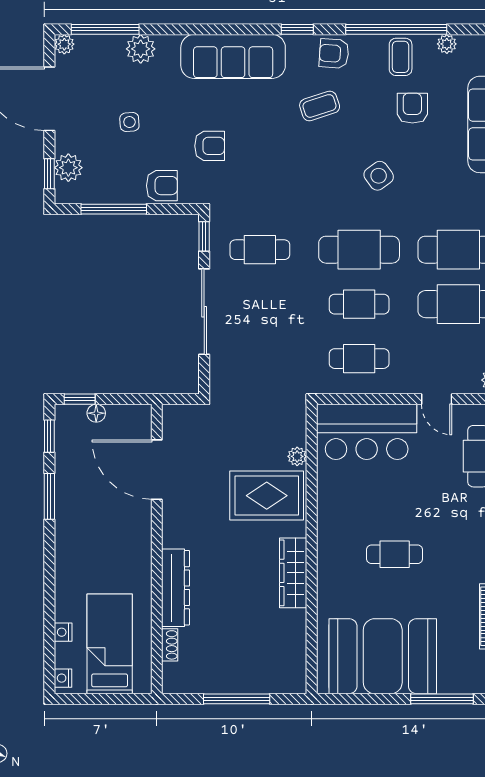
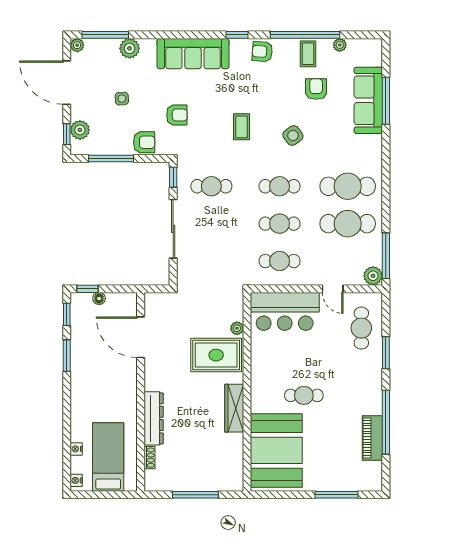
coffee table: (320, 106) -> (241, 127), moved, turned -72
cafe table: (359, 250) -> (280, 186), width x0.73, depth x0.74
booth: (383, 656) -> (276, 450), moved, turned 90

